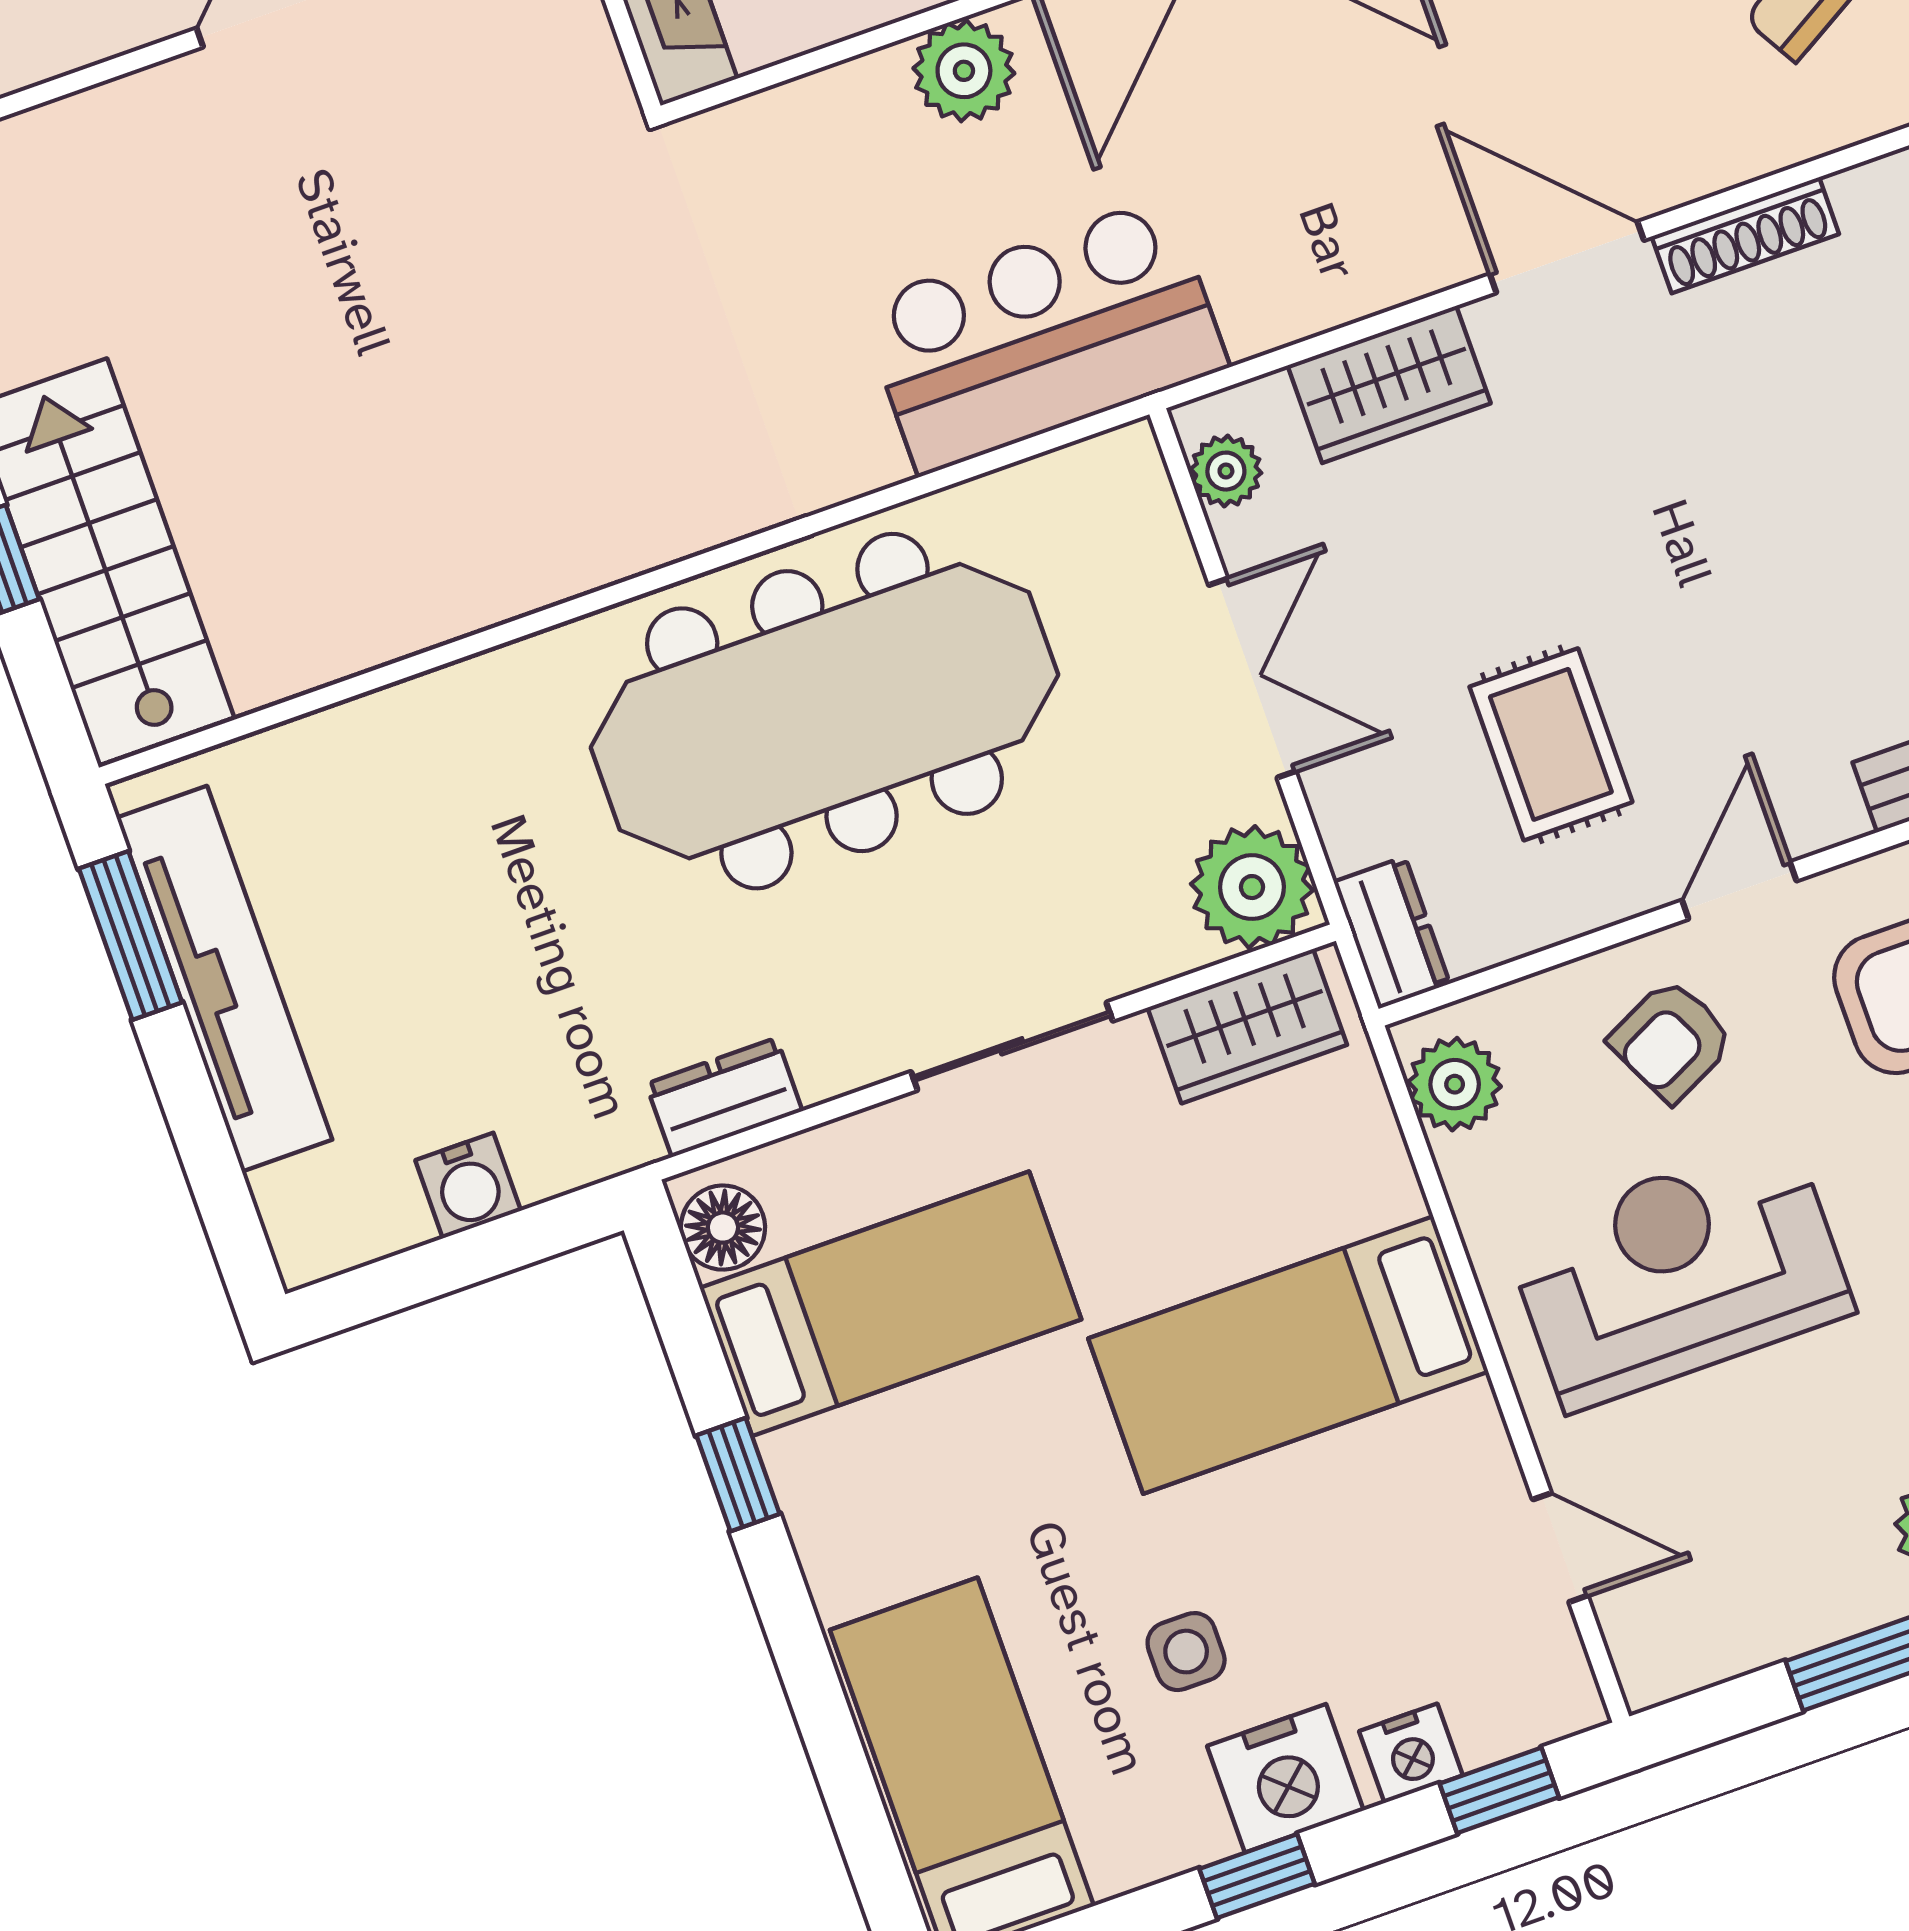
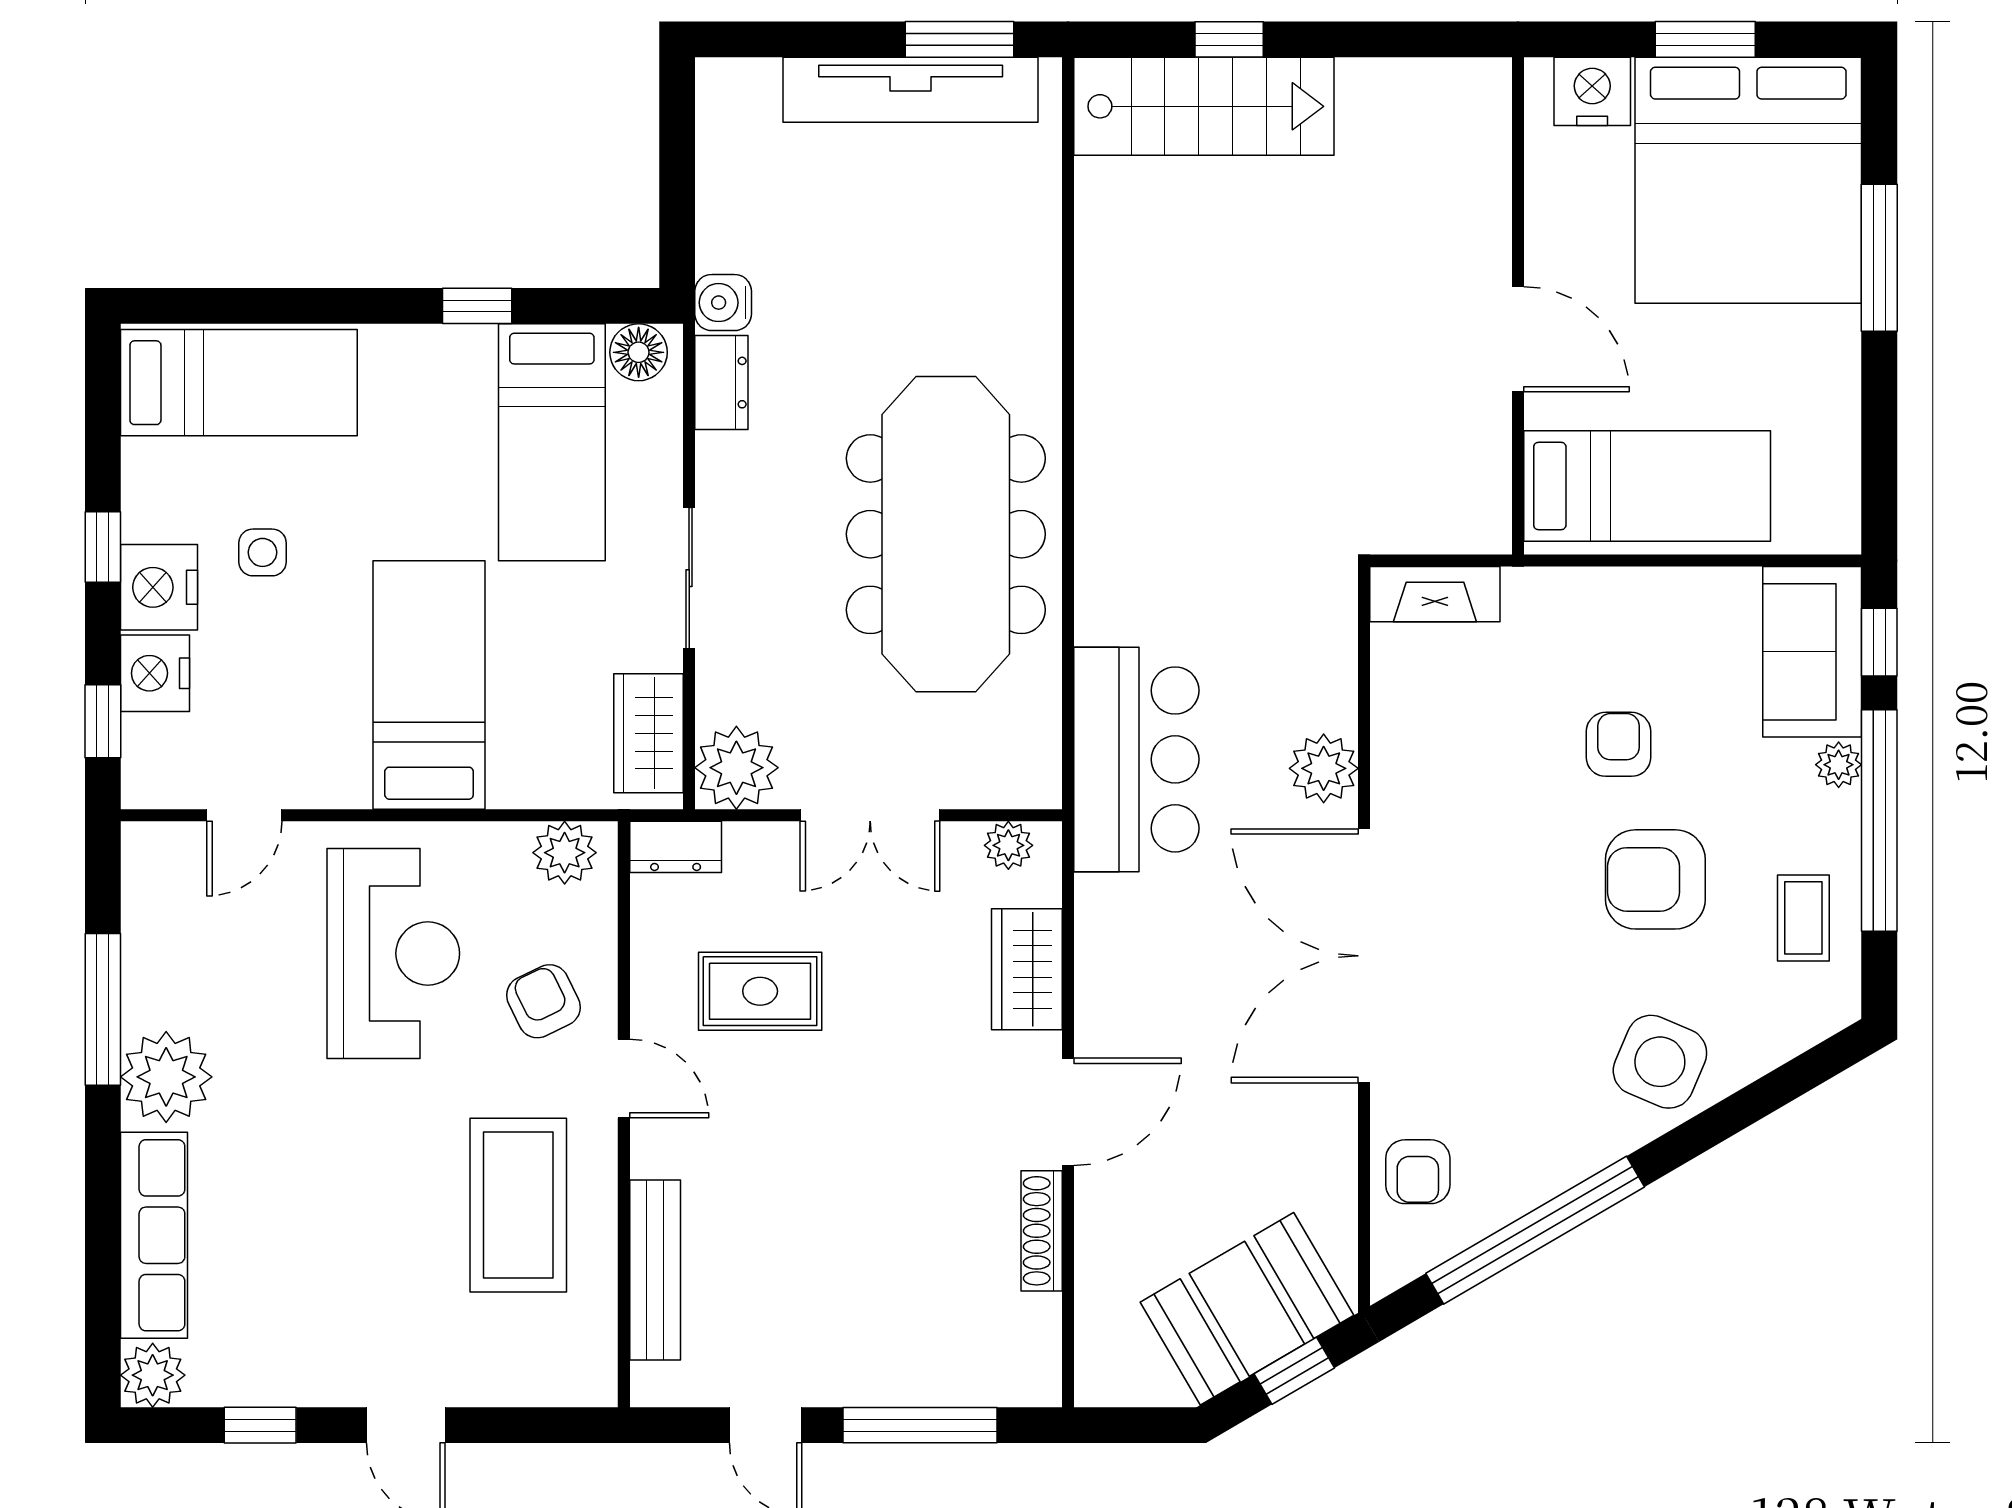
water cooler: (468, 1186) -> (723, 303), moved
nightstand: (1411, 1753) -> (155, 673), width x1.36, depth x1.33

